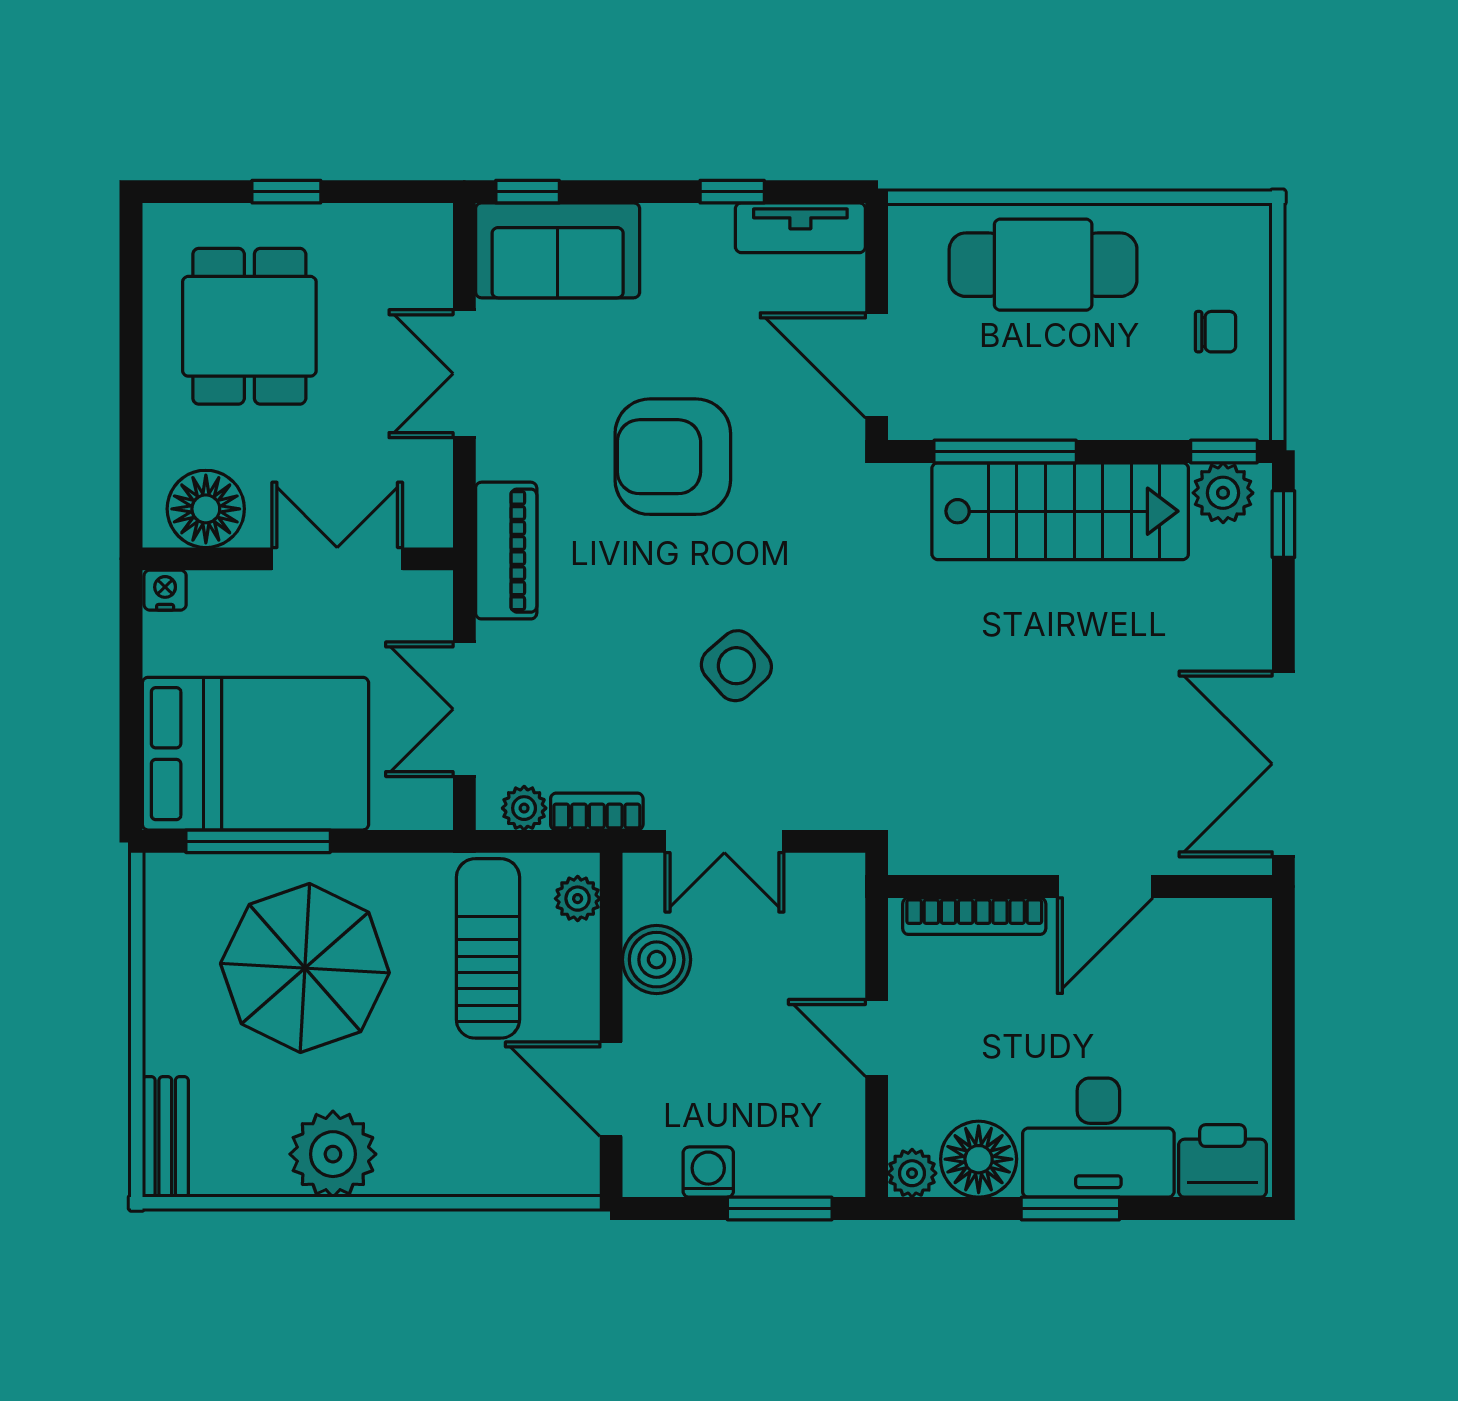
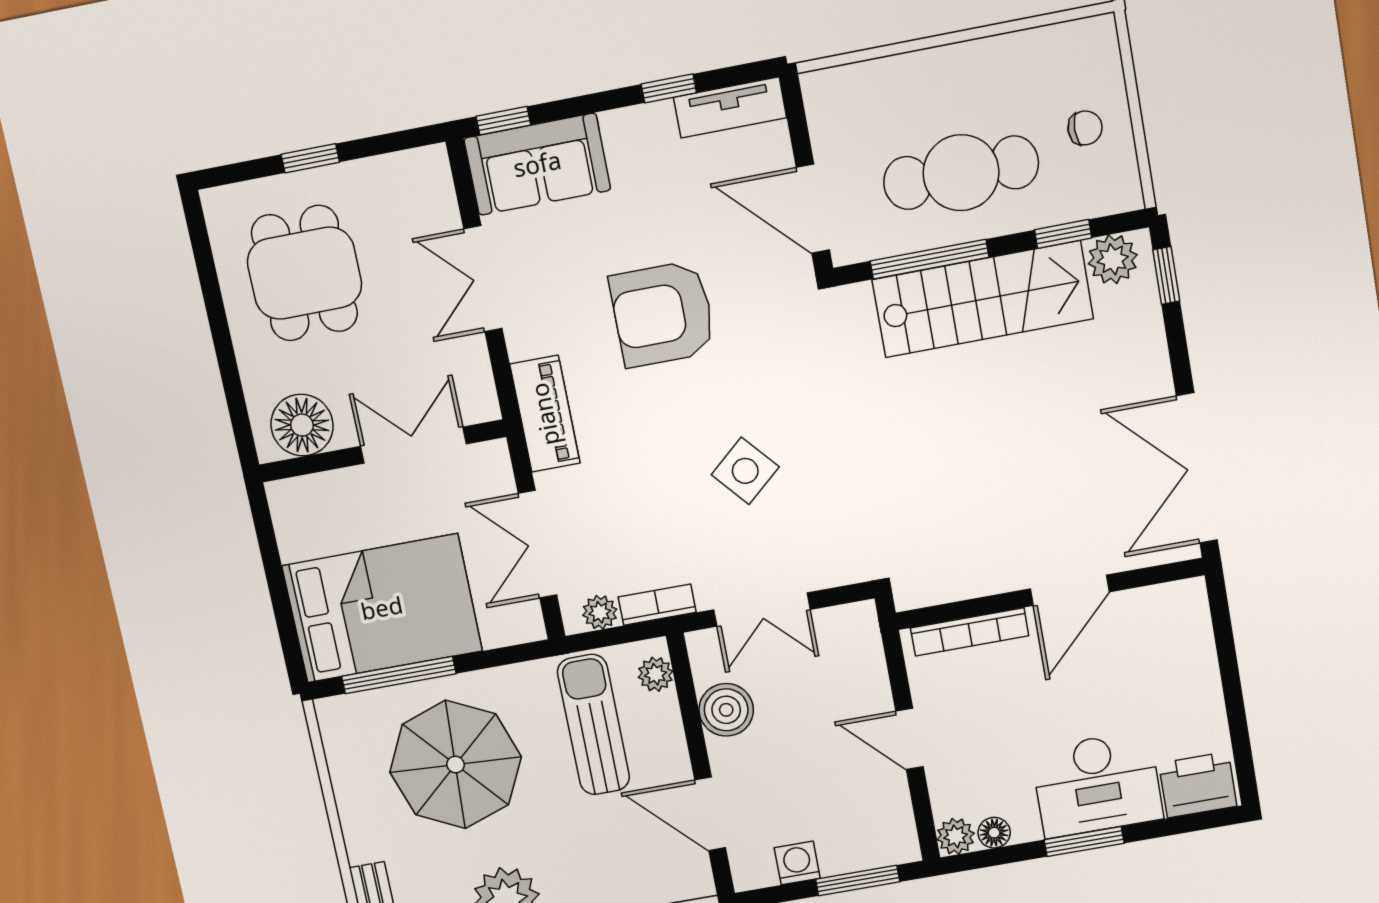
cafe table: (1043, 265) -> (961, 173), moved
window: (1224, 452) -> (1063, 234), moved
nightstand: (165, 590) -> (284, 495), removed
floor lamp: (979, 1159) -> (994, 833), width x0.53, depth x0.53

